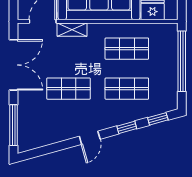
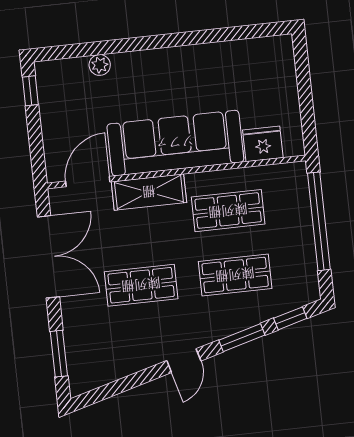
shelving: (72, 30) -> (149, 192), width x1.50, depth x1.33
window: (14, 125) -> (59, 354), width x0.69
window: (127, 127) -> (242, 338), width x1.50

